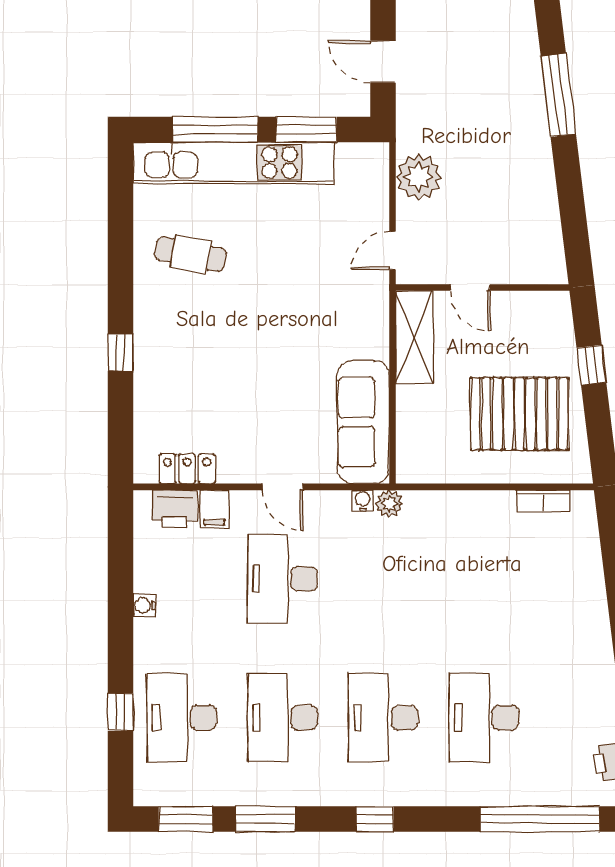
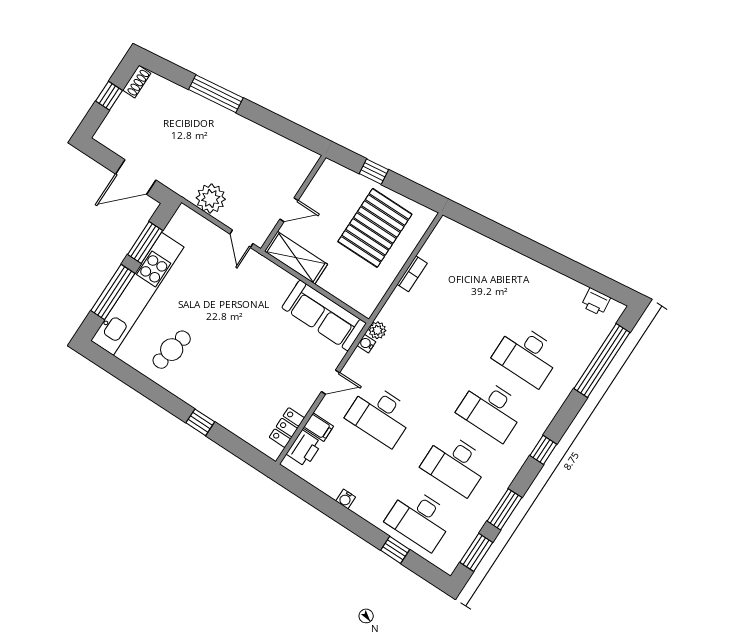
door: (383, 62) -> (136, 177), width x1.38
bookcase: (543, 501) -> (412, 274), moved

